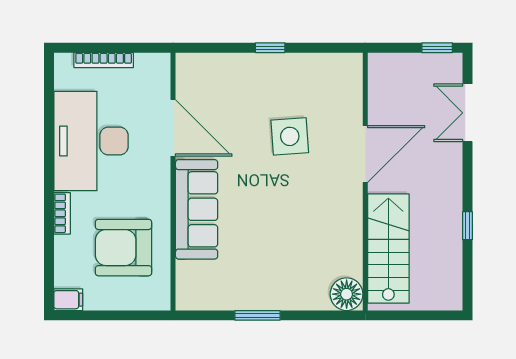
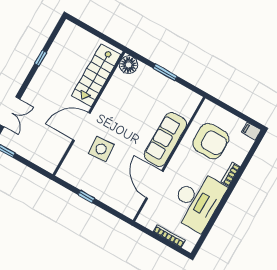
door: (365, 154) -> (81, 127), moved
wall: (365, 182) -> (89, 113), moved
stairs: (388, 249) -> (96, 75), moved
floor lamp: (347, 294) -> (129, 65), moved

